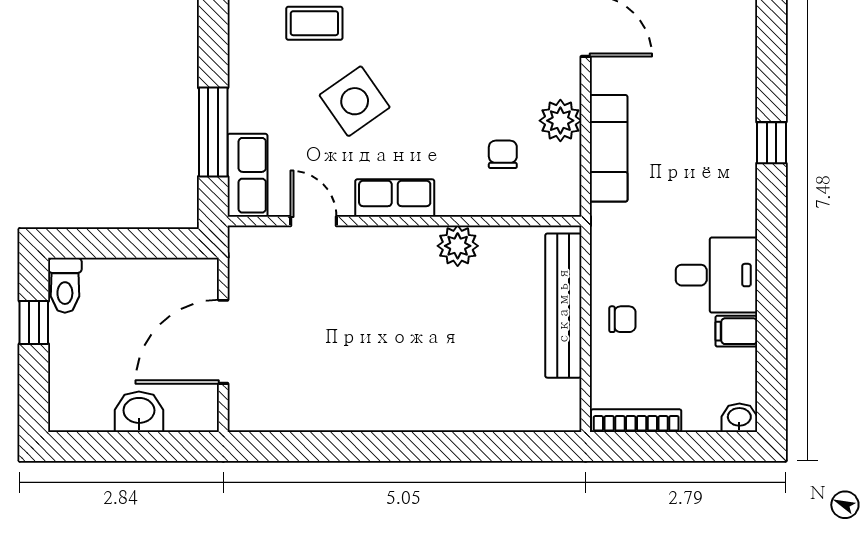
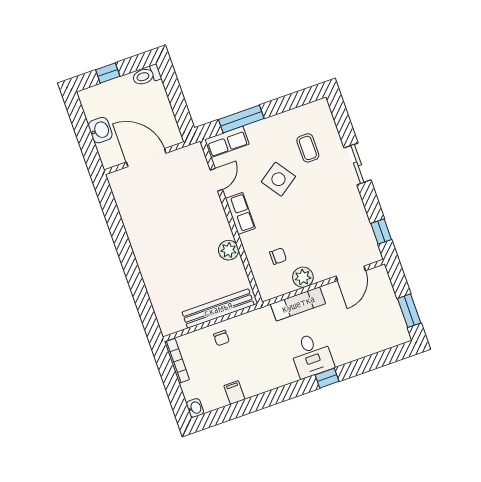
desk: (716, 275) -> (311, 355), moved
window: (34, 323) -> (108, 73), moved

